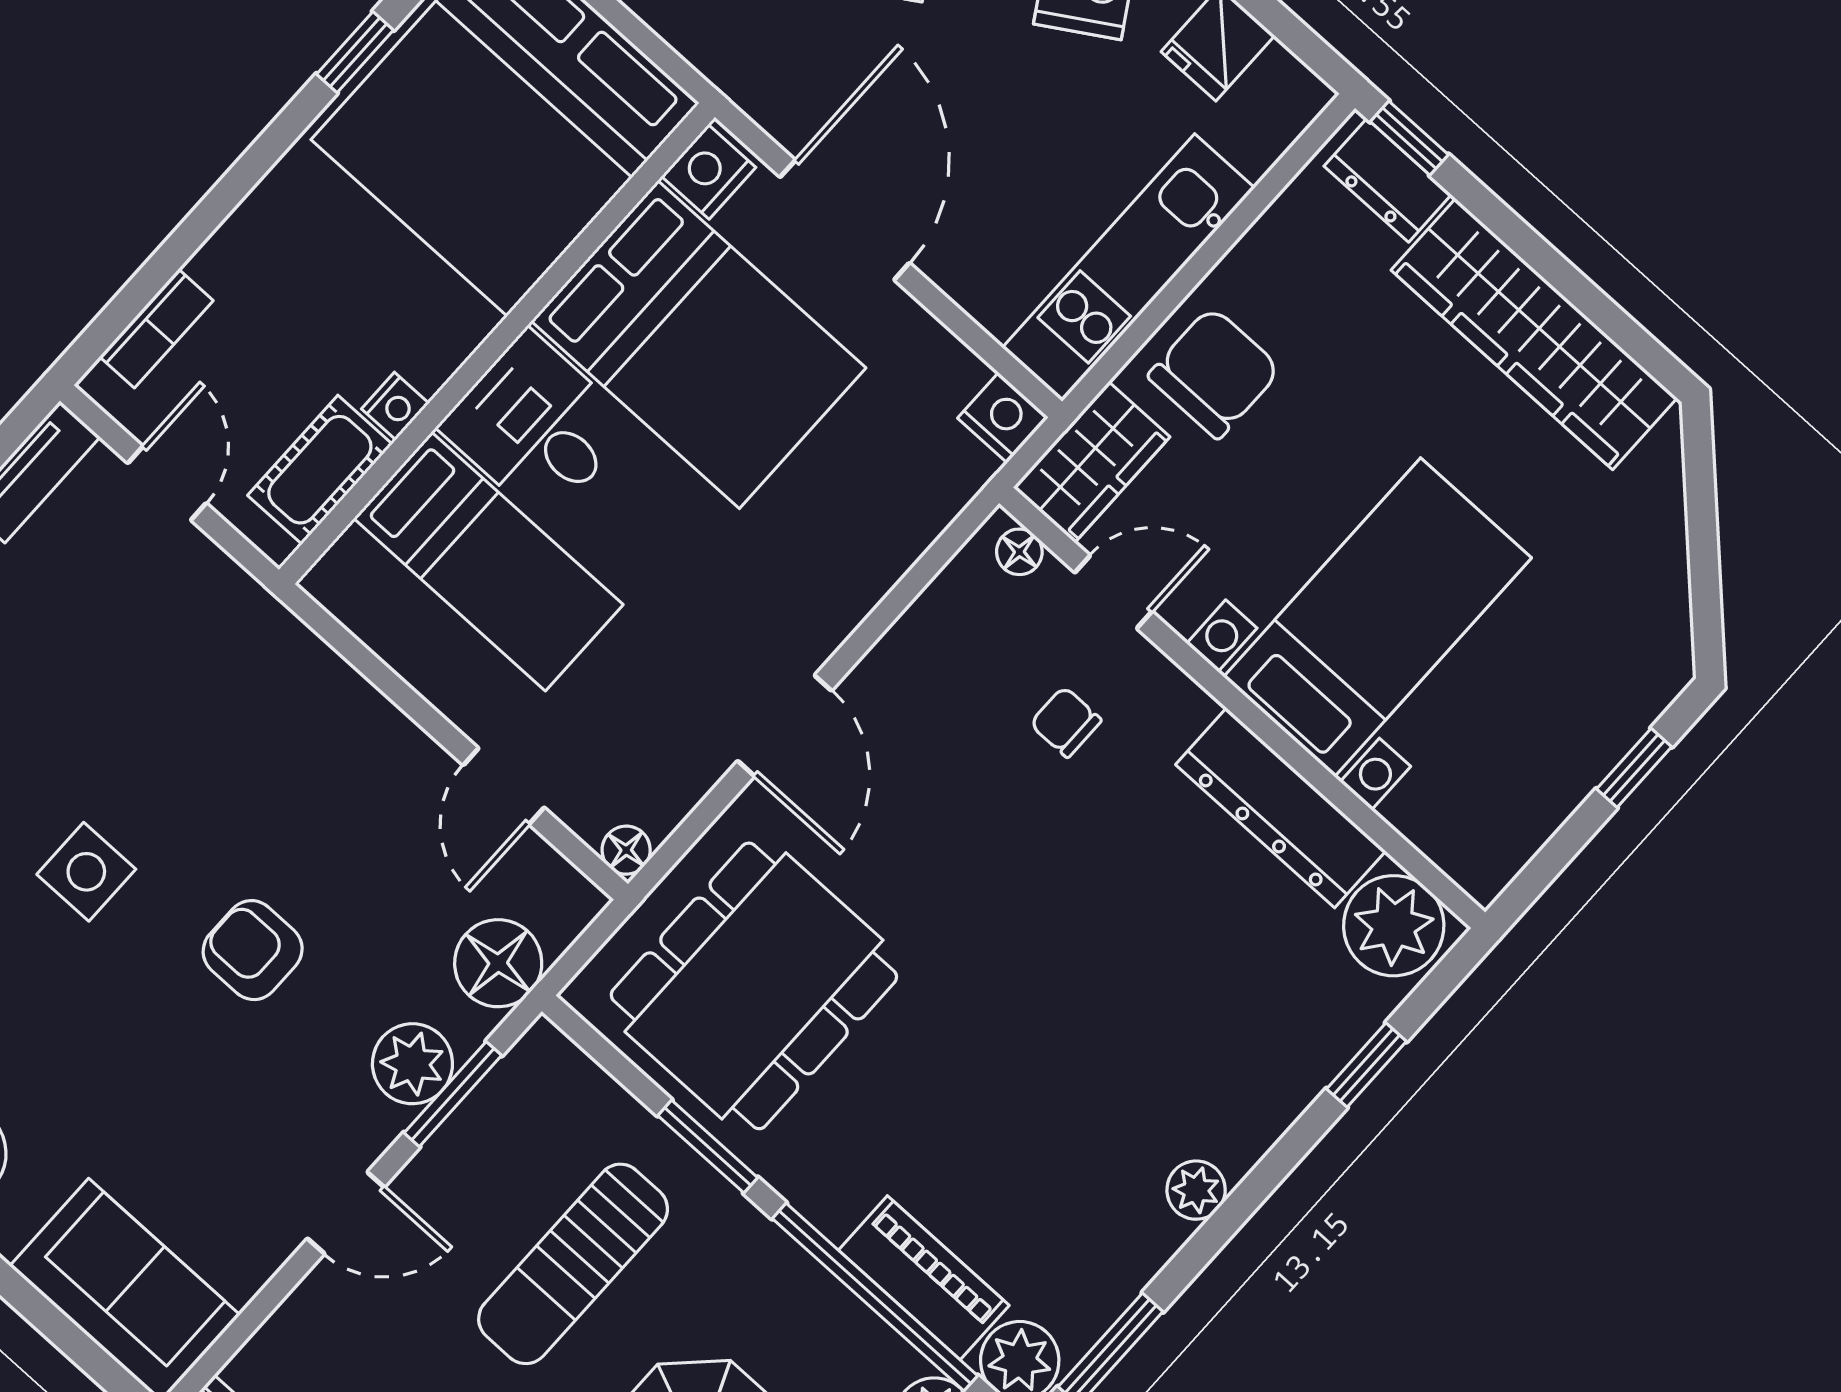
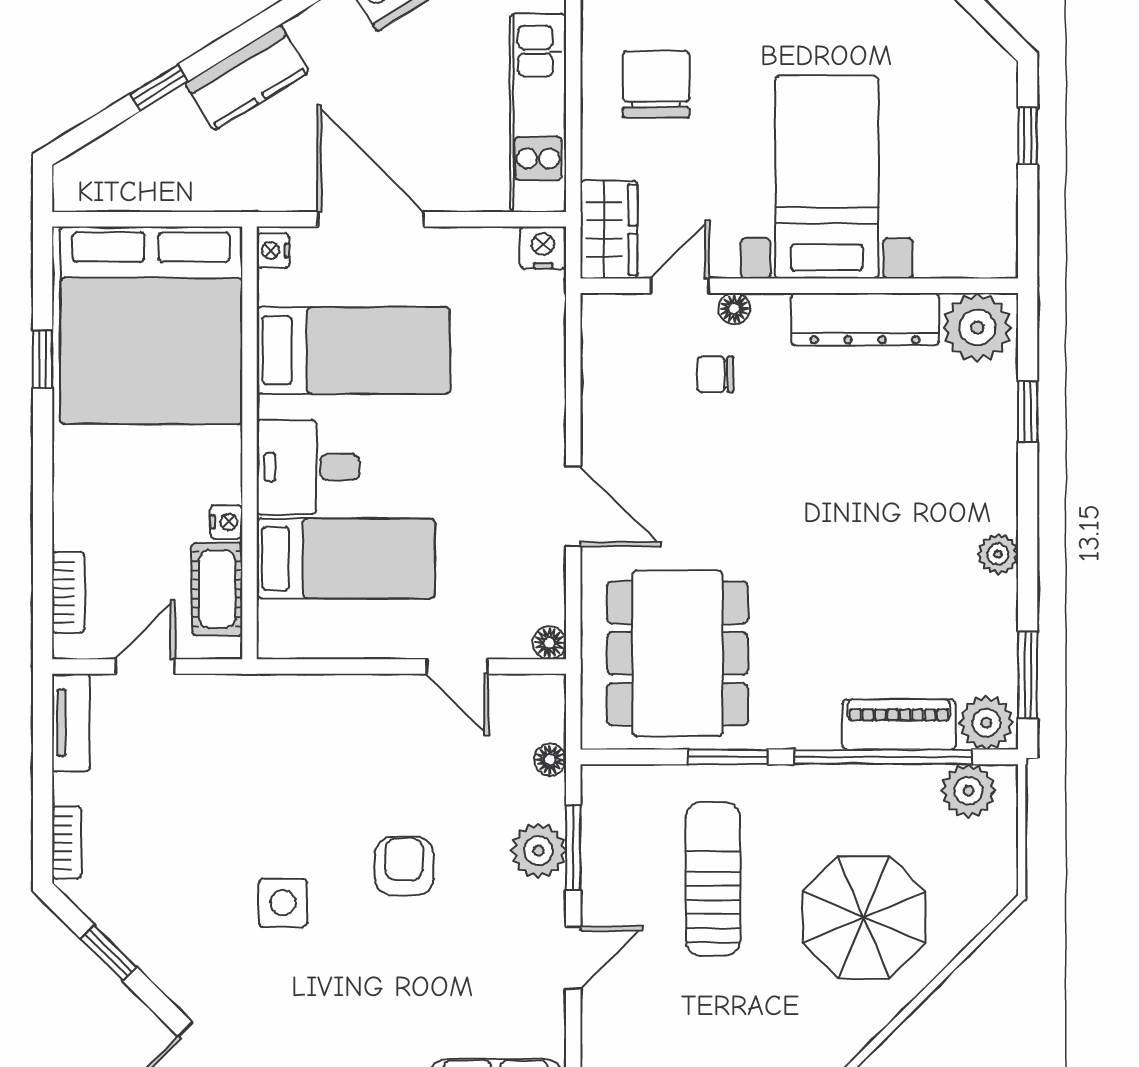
nightstand: (709, 172) -> (273, 251), width x0.72, depth x0.74
bed: (699, 345) -> (353, 350), width x0.67
chair: (1214, 373) -> (656, 84), moved
door: (167, 483) -> (145, 666), hinge flipped
floor lamp: (1019, 552) -> (734, 309), moved
armchair: (253, 950) -> (404, 866), turned 90
floor lamp: (498, 963) -> (550, 760), width x0.53, depth x0.53
sun lounger: (573, 1264) -> (713, 879), turned 180

